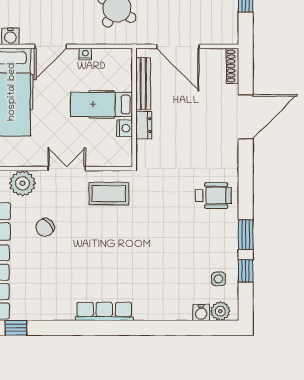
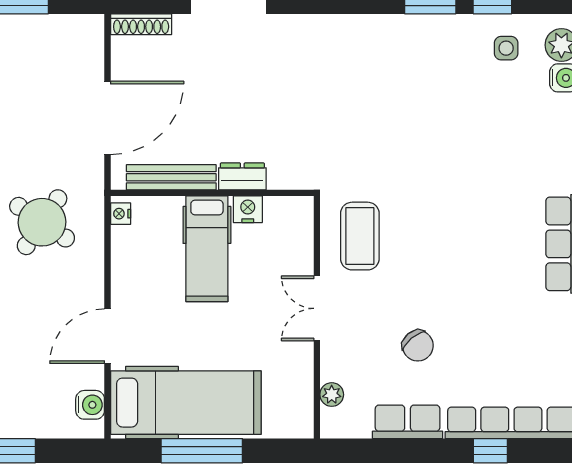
door: (51, 46) -> (107, 336), swing flipped
nightstand: (85, 54) -> (121, 214), moved
plant: (23, 183) -> (332, 395), width x0.53, depth x0.53
wheelchair: (213, 196) -> (363, 57), removed

